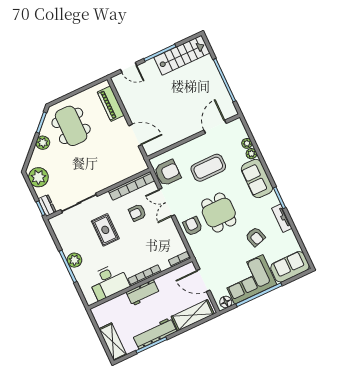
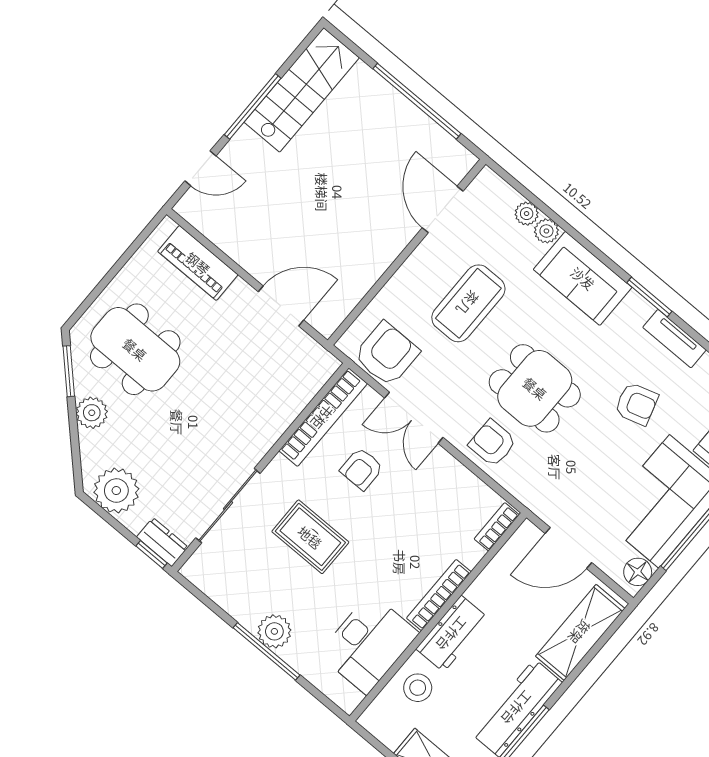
stool: (120, 308) -> (418, 688), added

